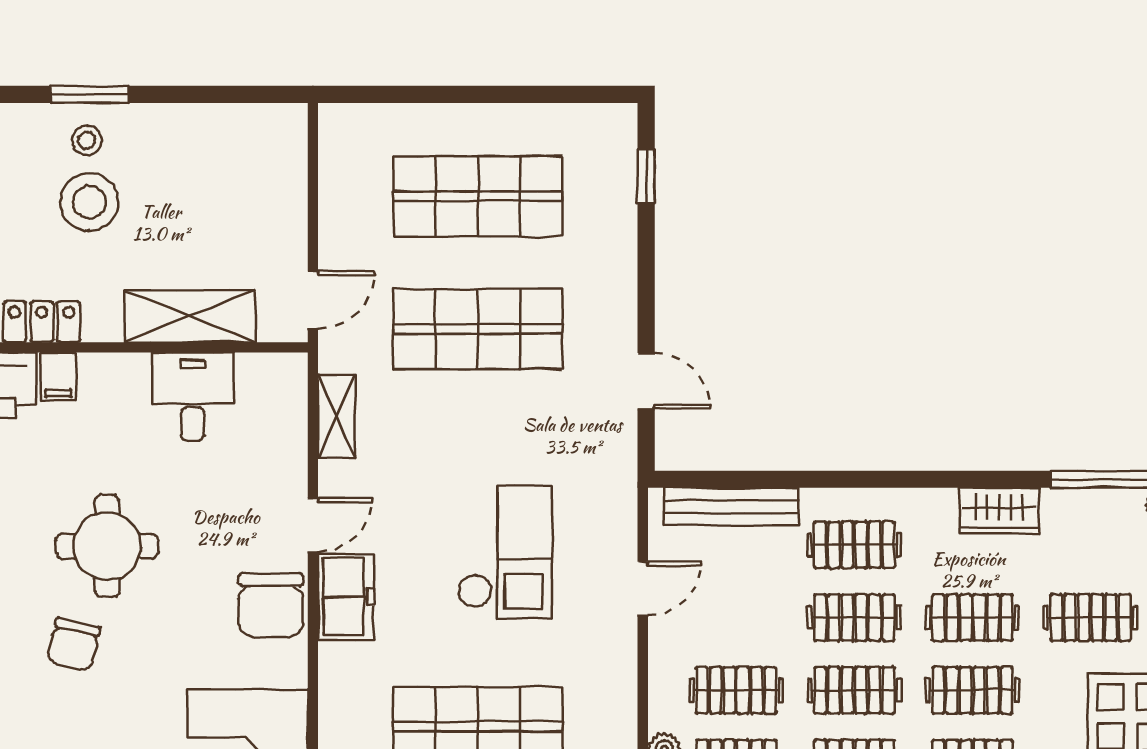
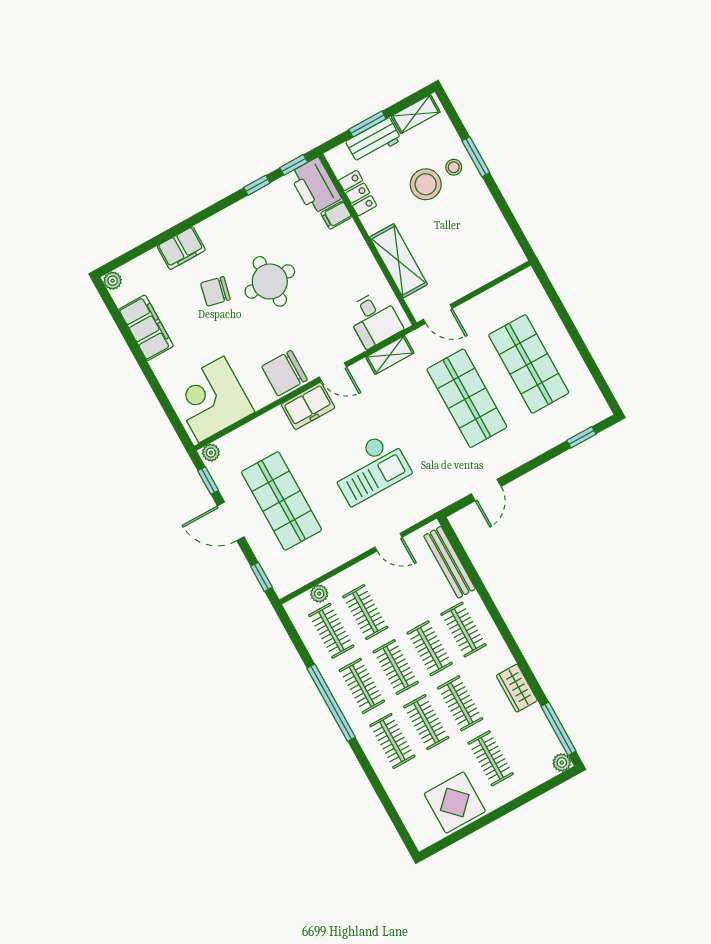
desk: (193, 397) -> (374, 319), moved, turned 90

